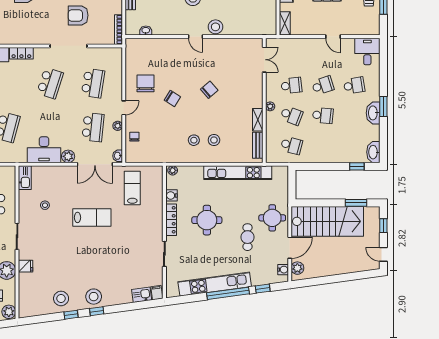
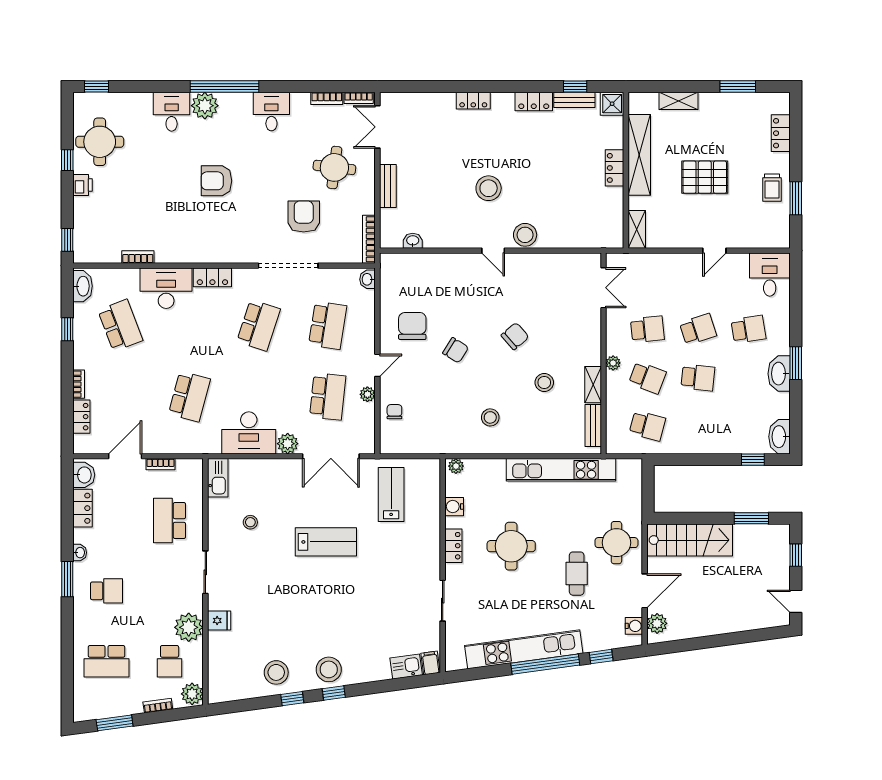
armchair: (78, 15) -> (304, 217), turned 90
door: (333, 37) -> (714, 251), hinge flipped
stool: (214, 140) -> (544, 382), moved
washbasin: (118, 156) -> (367, 279), moved
locker: (171, 220) -> (453, 546), width x0.66
stairs: (327, 221) -> (690, 540), width x0.73, depth x0.66

